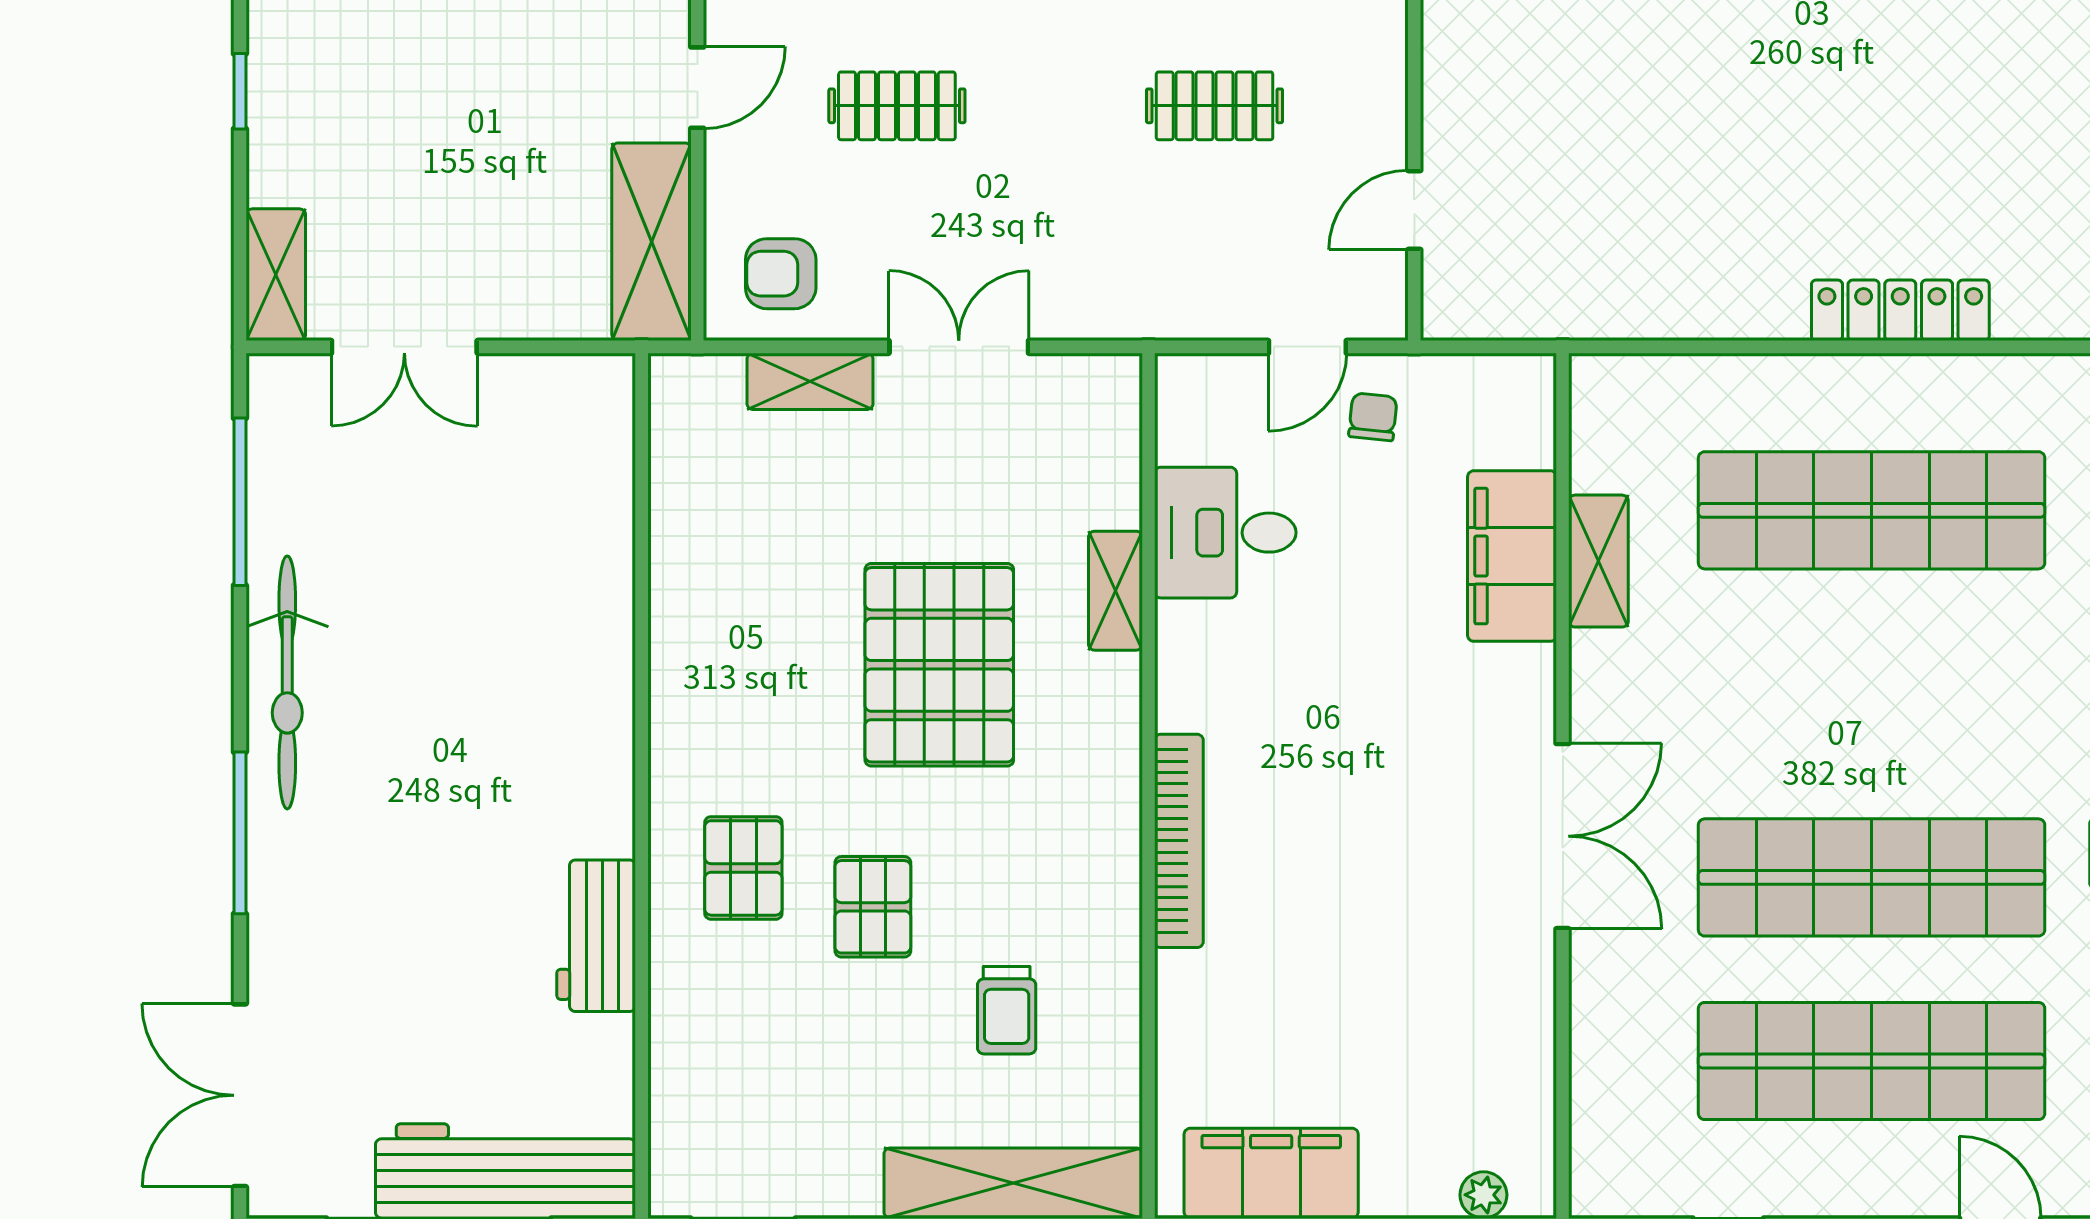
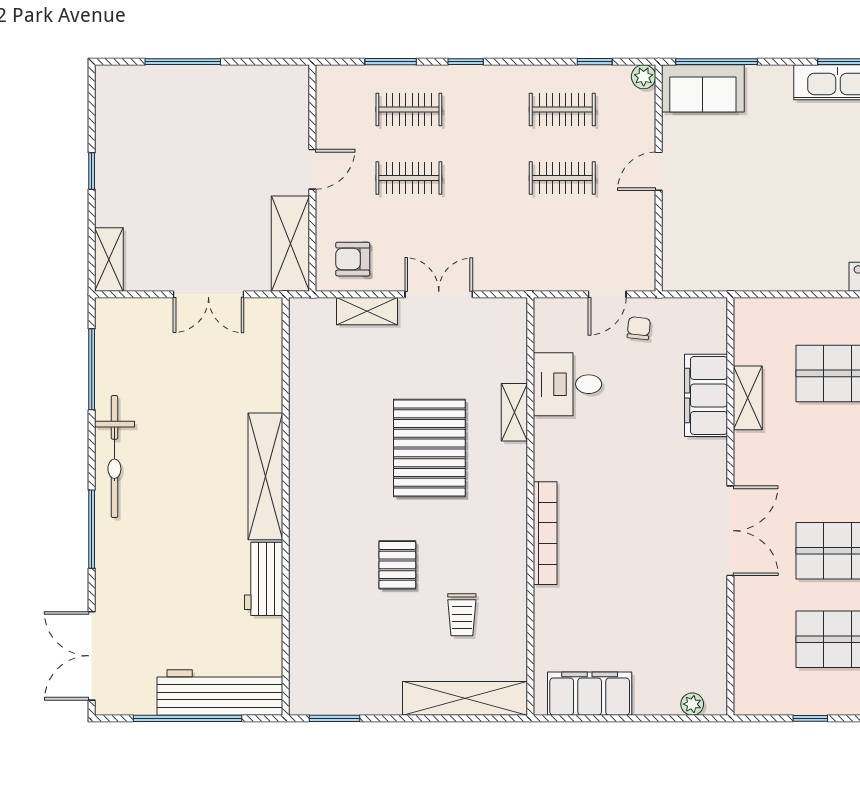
door: (1414, 210) -> (659, 171), moved
double door: (404, 347) -> (208, 294), moved
shelving: (600, 724) -> (265, 476), added
pallet: (743, 868) -> (335, 546), removed

